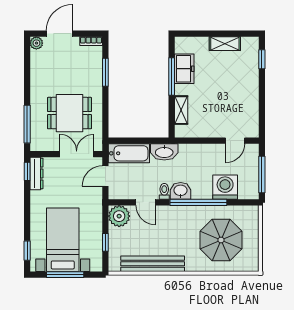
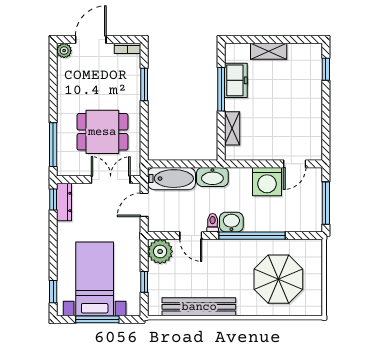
shelving: (225, 44) -> (269, 51), moved
washing machine: (225, 187) -> (267, 182), moved, turned 180

